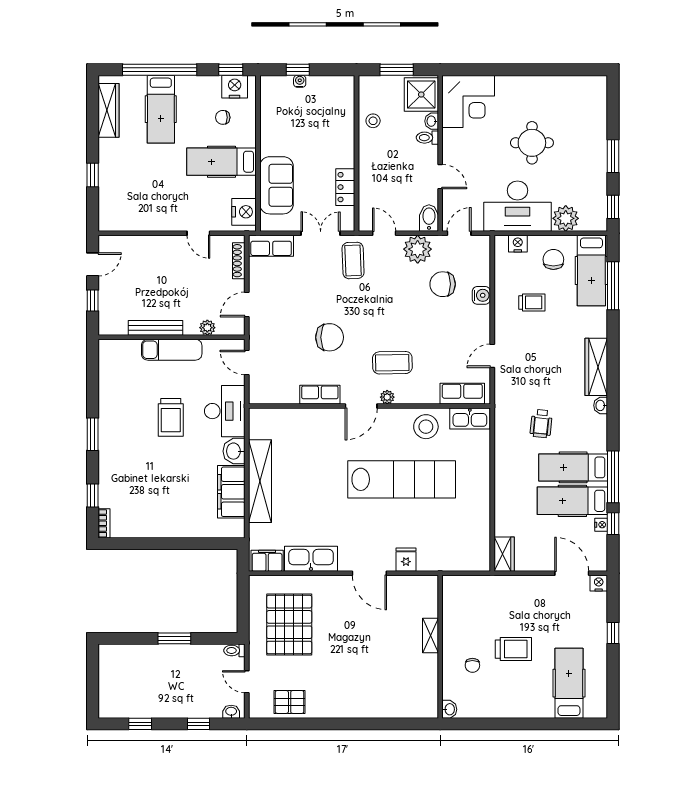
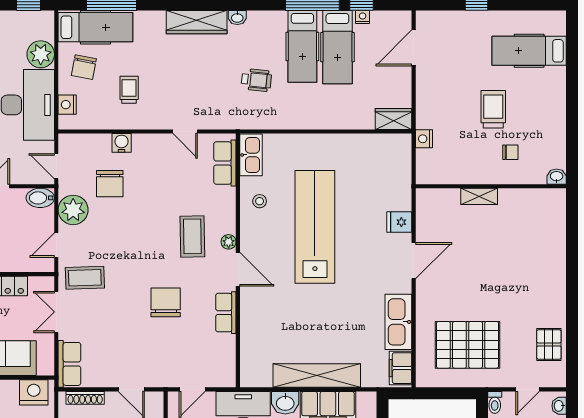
chair: (553, 259) -> (84, 67), turned -79
stool: (426, 427) -> (260, 201), width x0.53, depth x0.53
nightstand: (599, 583) -> (424, 139), moved

